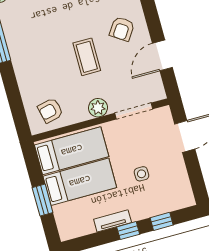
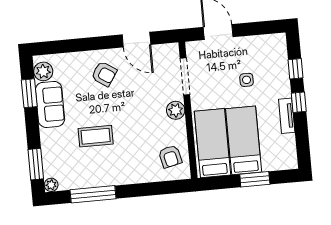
coffee table: (87, 57) -> (96, 136), moved

